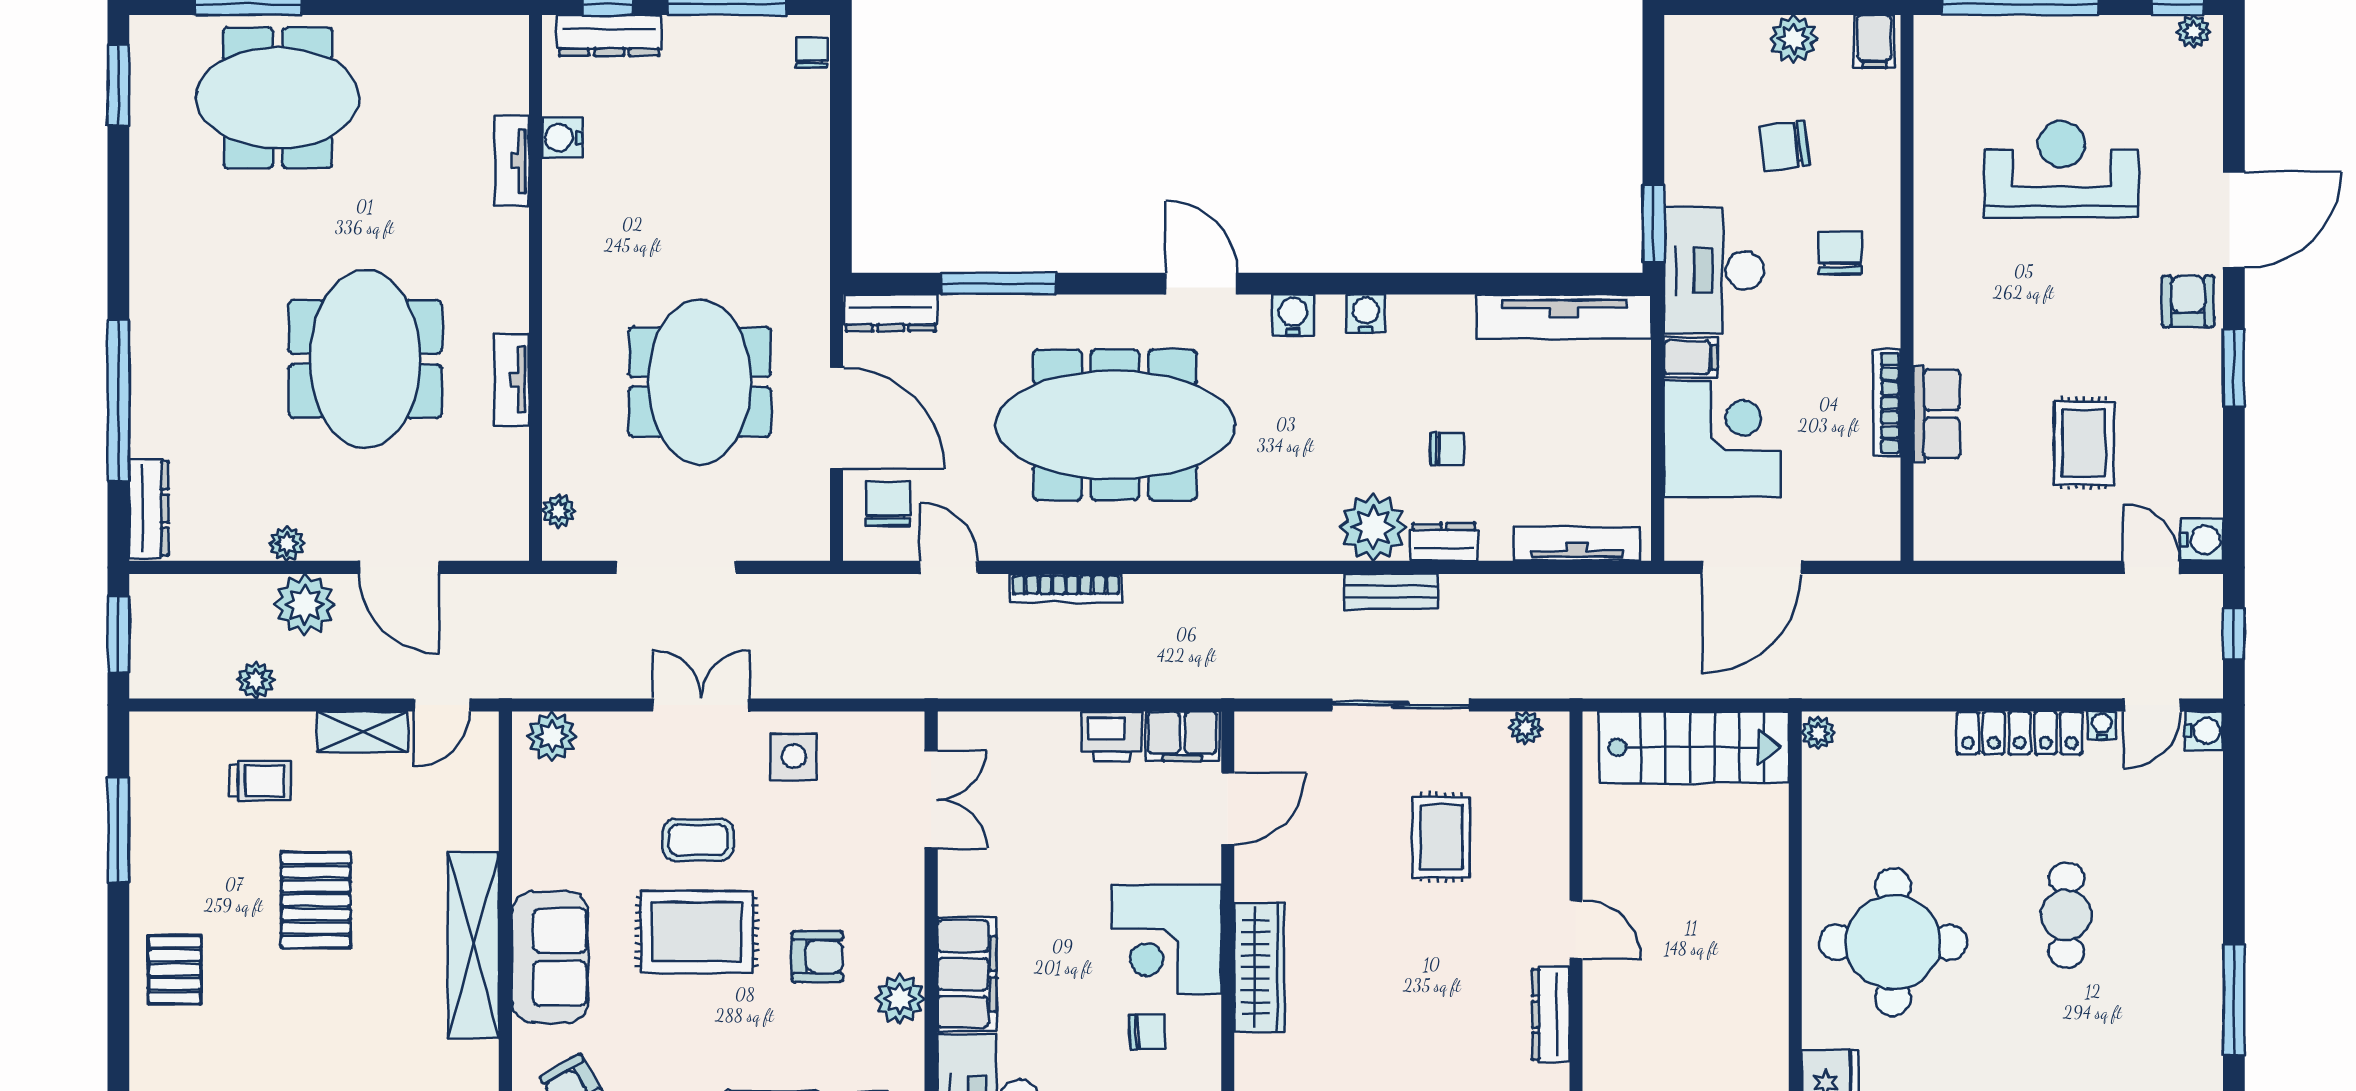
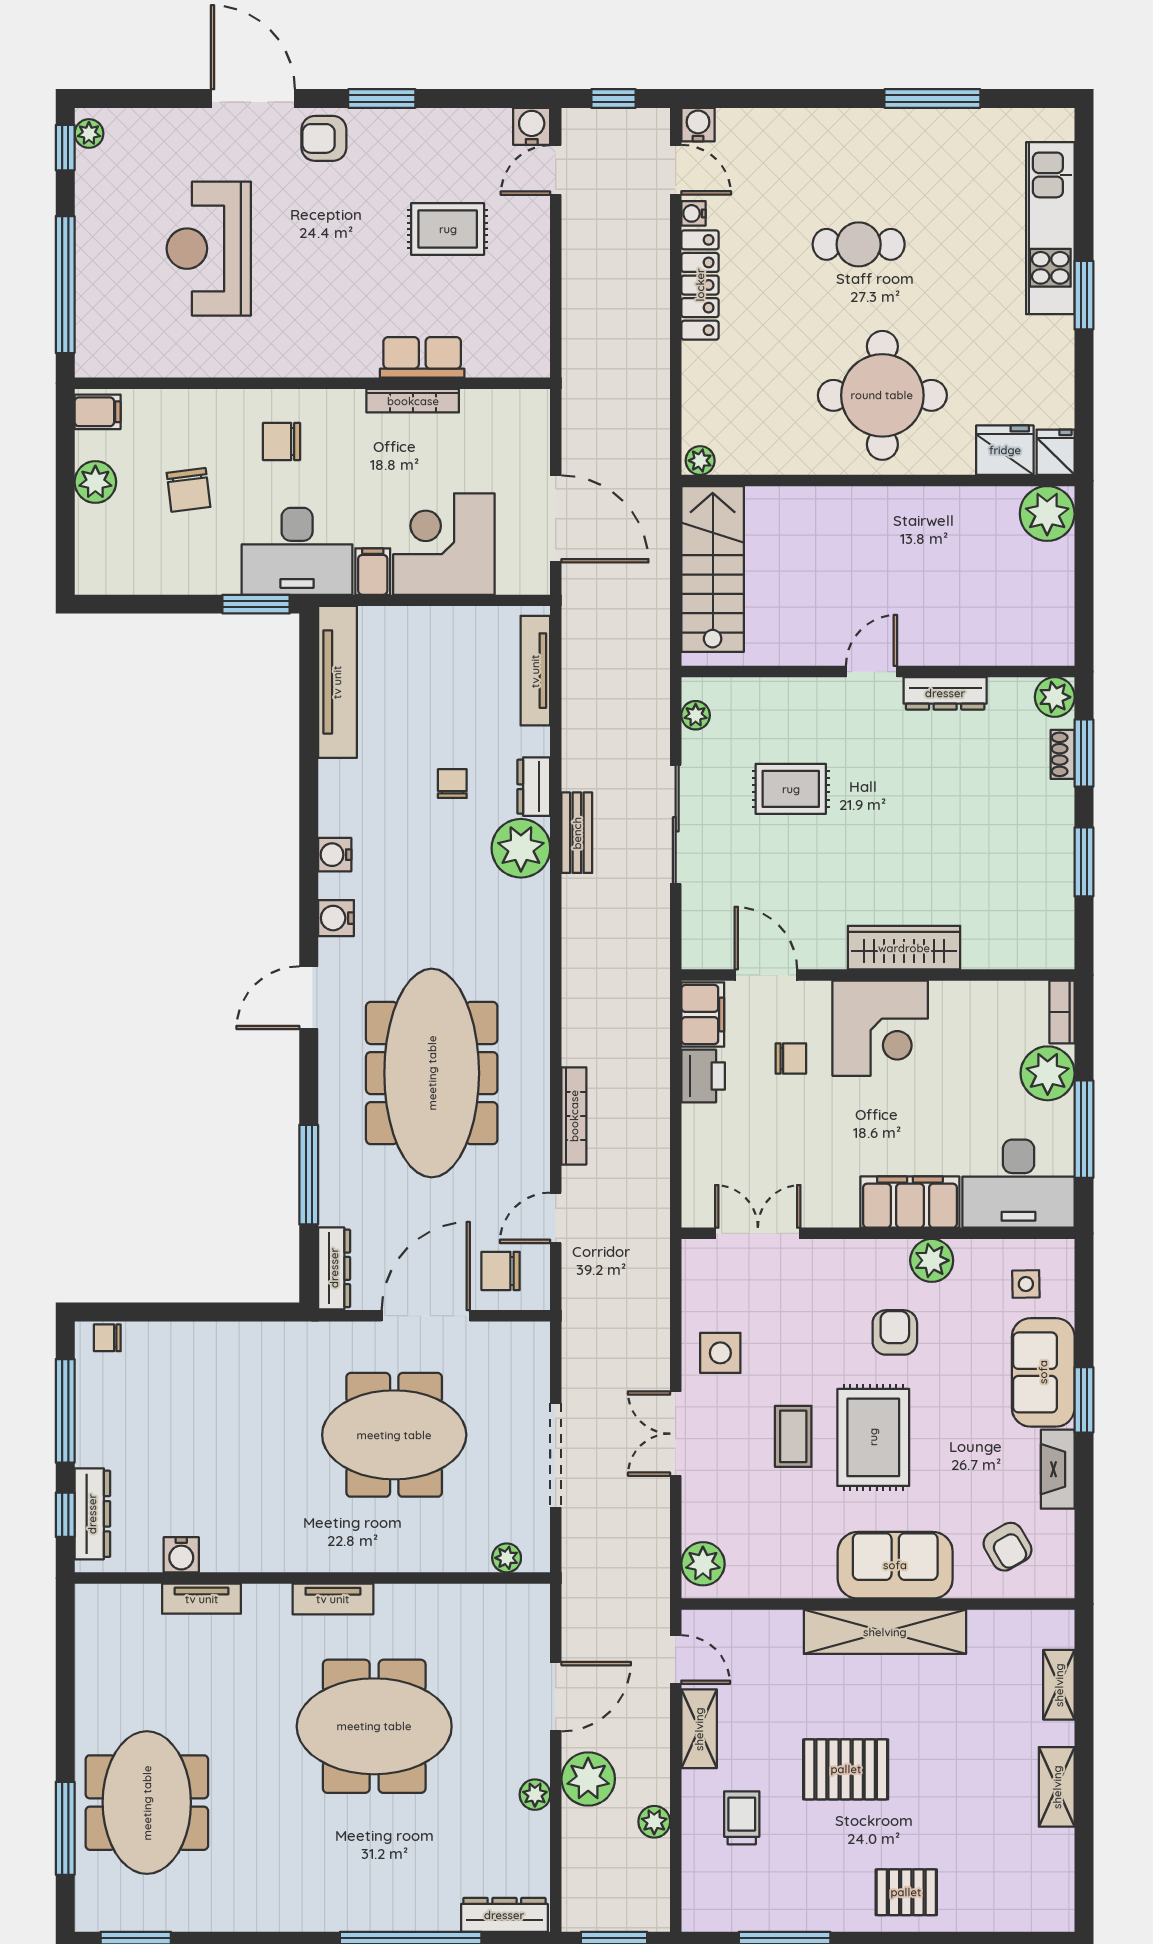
tv unit: (511, 380) -> (333, 1599), moved
chair: (1147, 1032) -> (791, 1059), moved, turned 93

